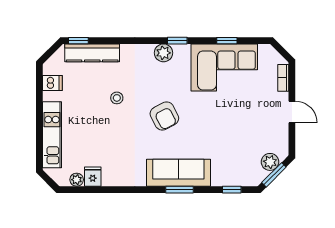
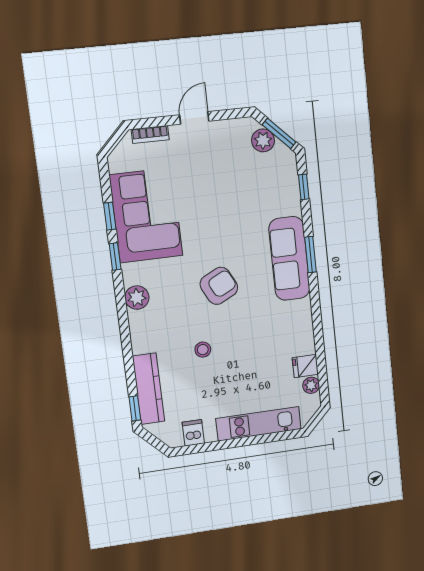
window: (177, 41) -> (115, 257), moved

